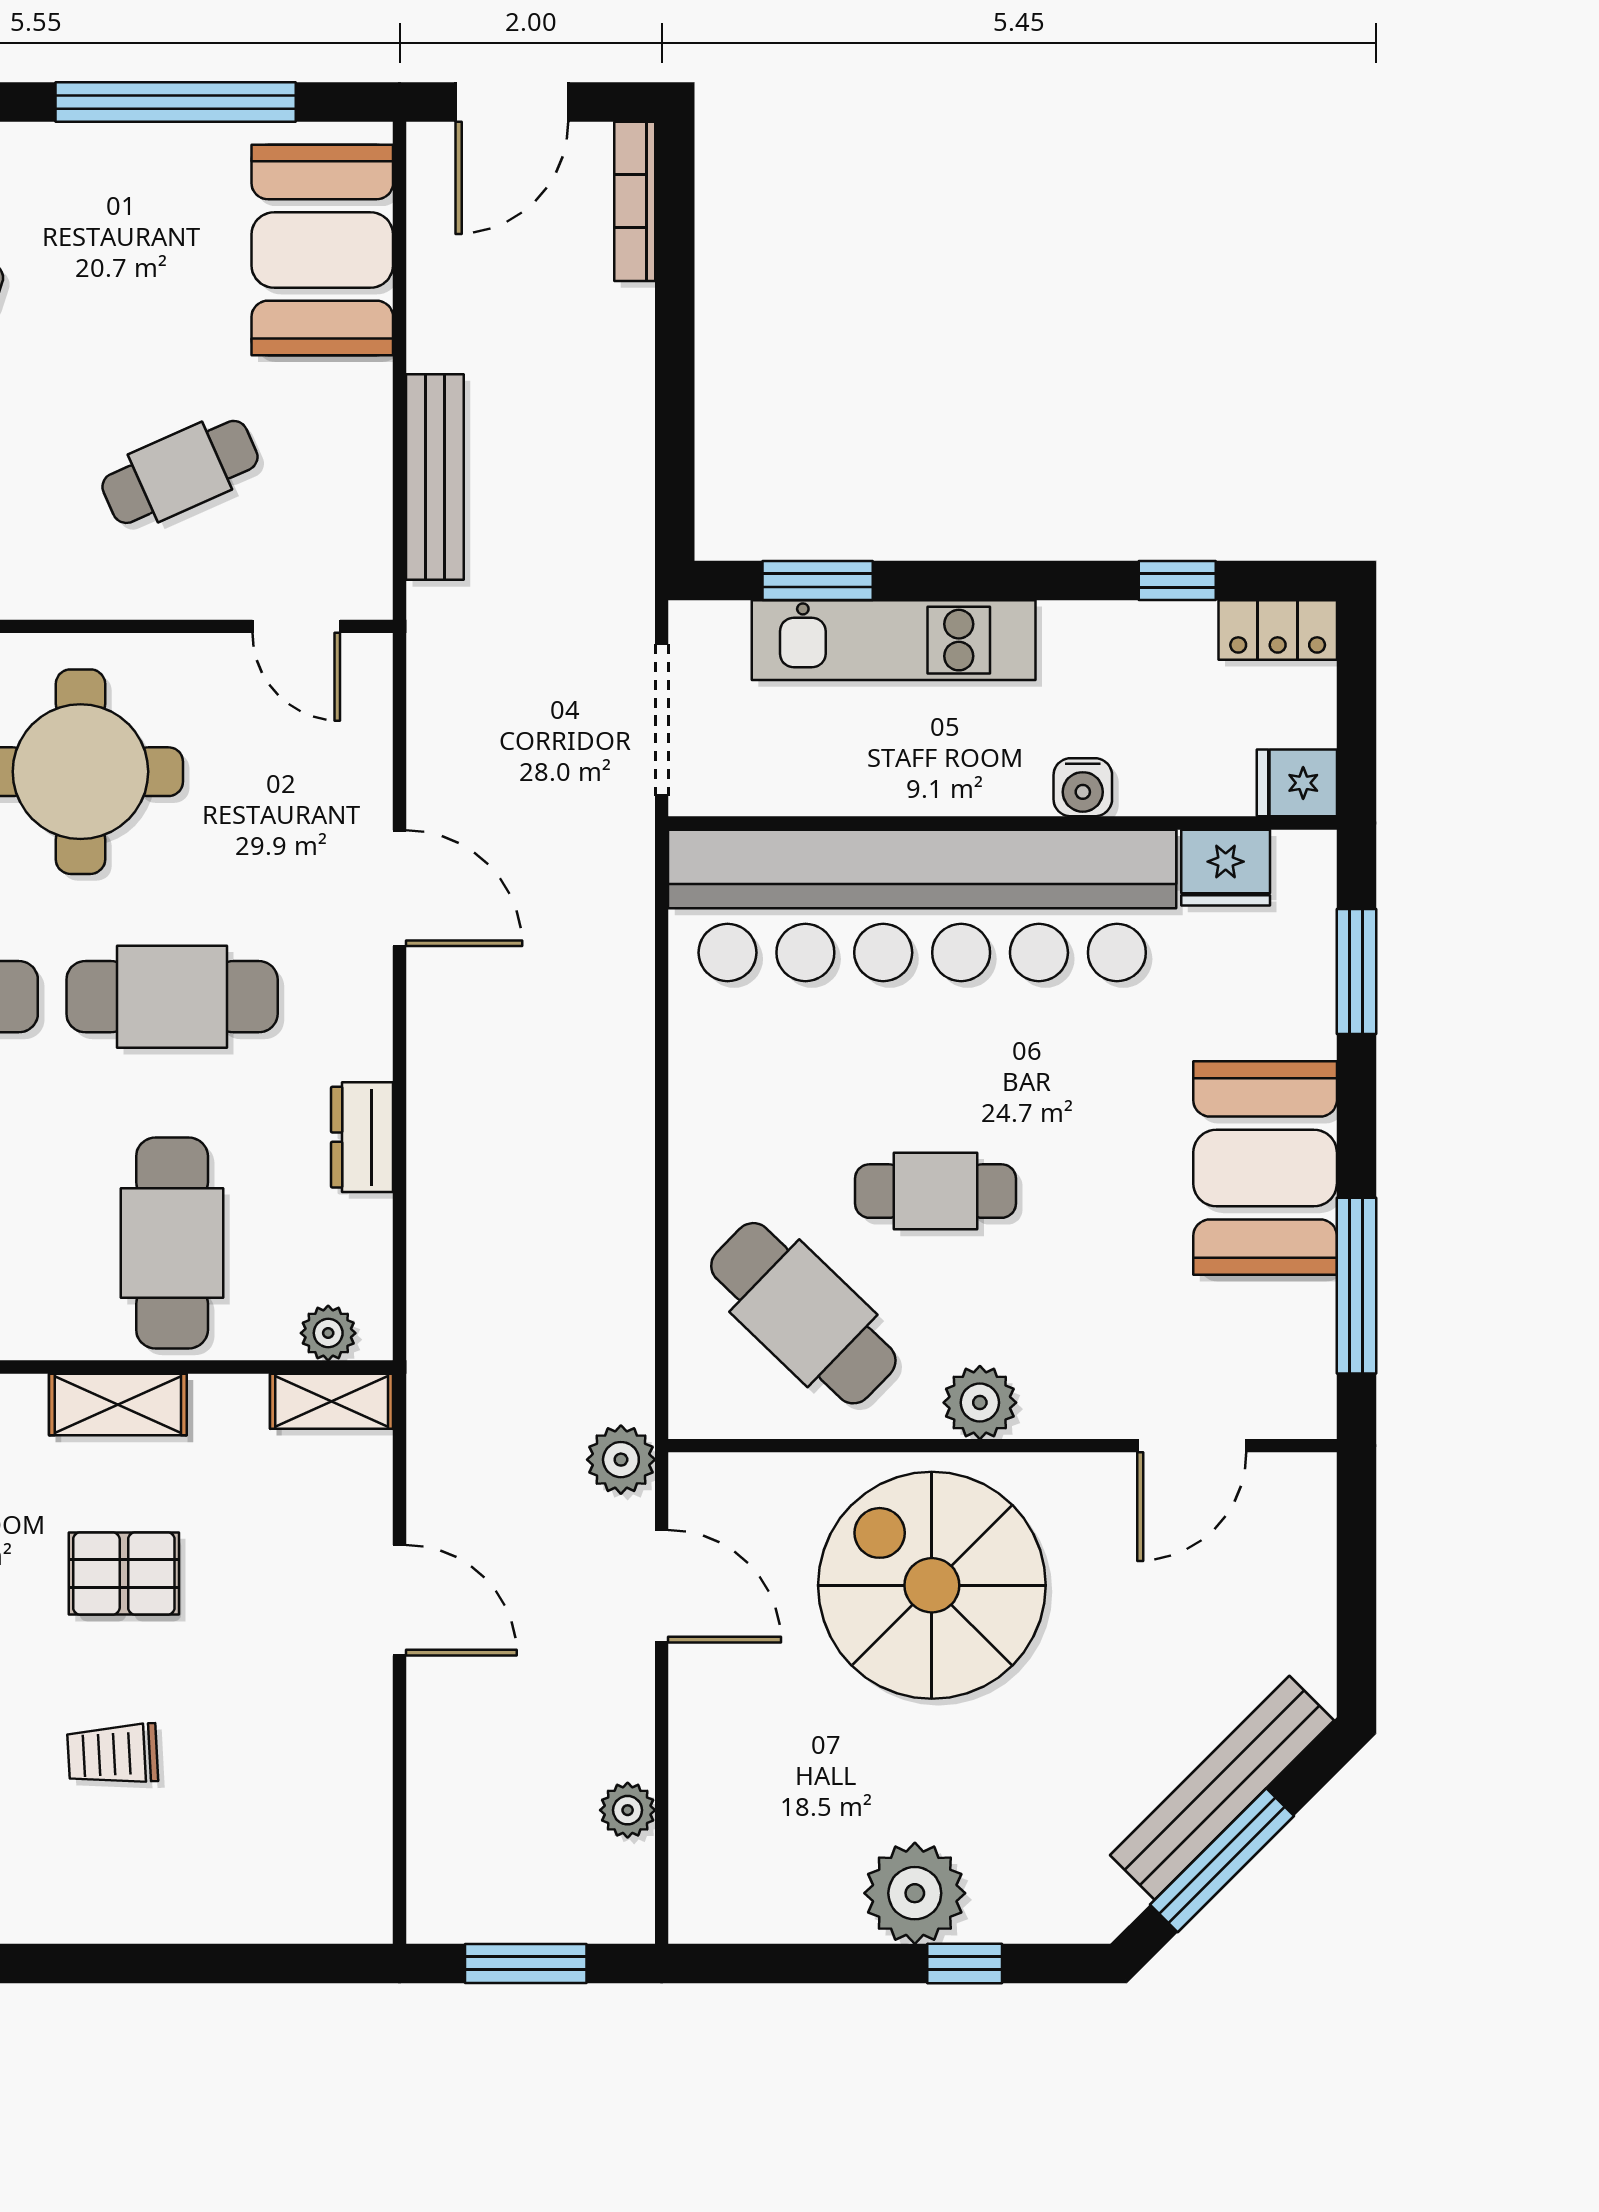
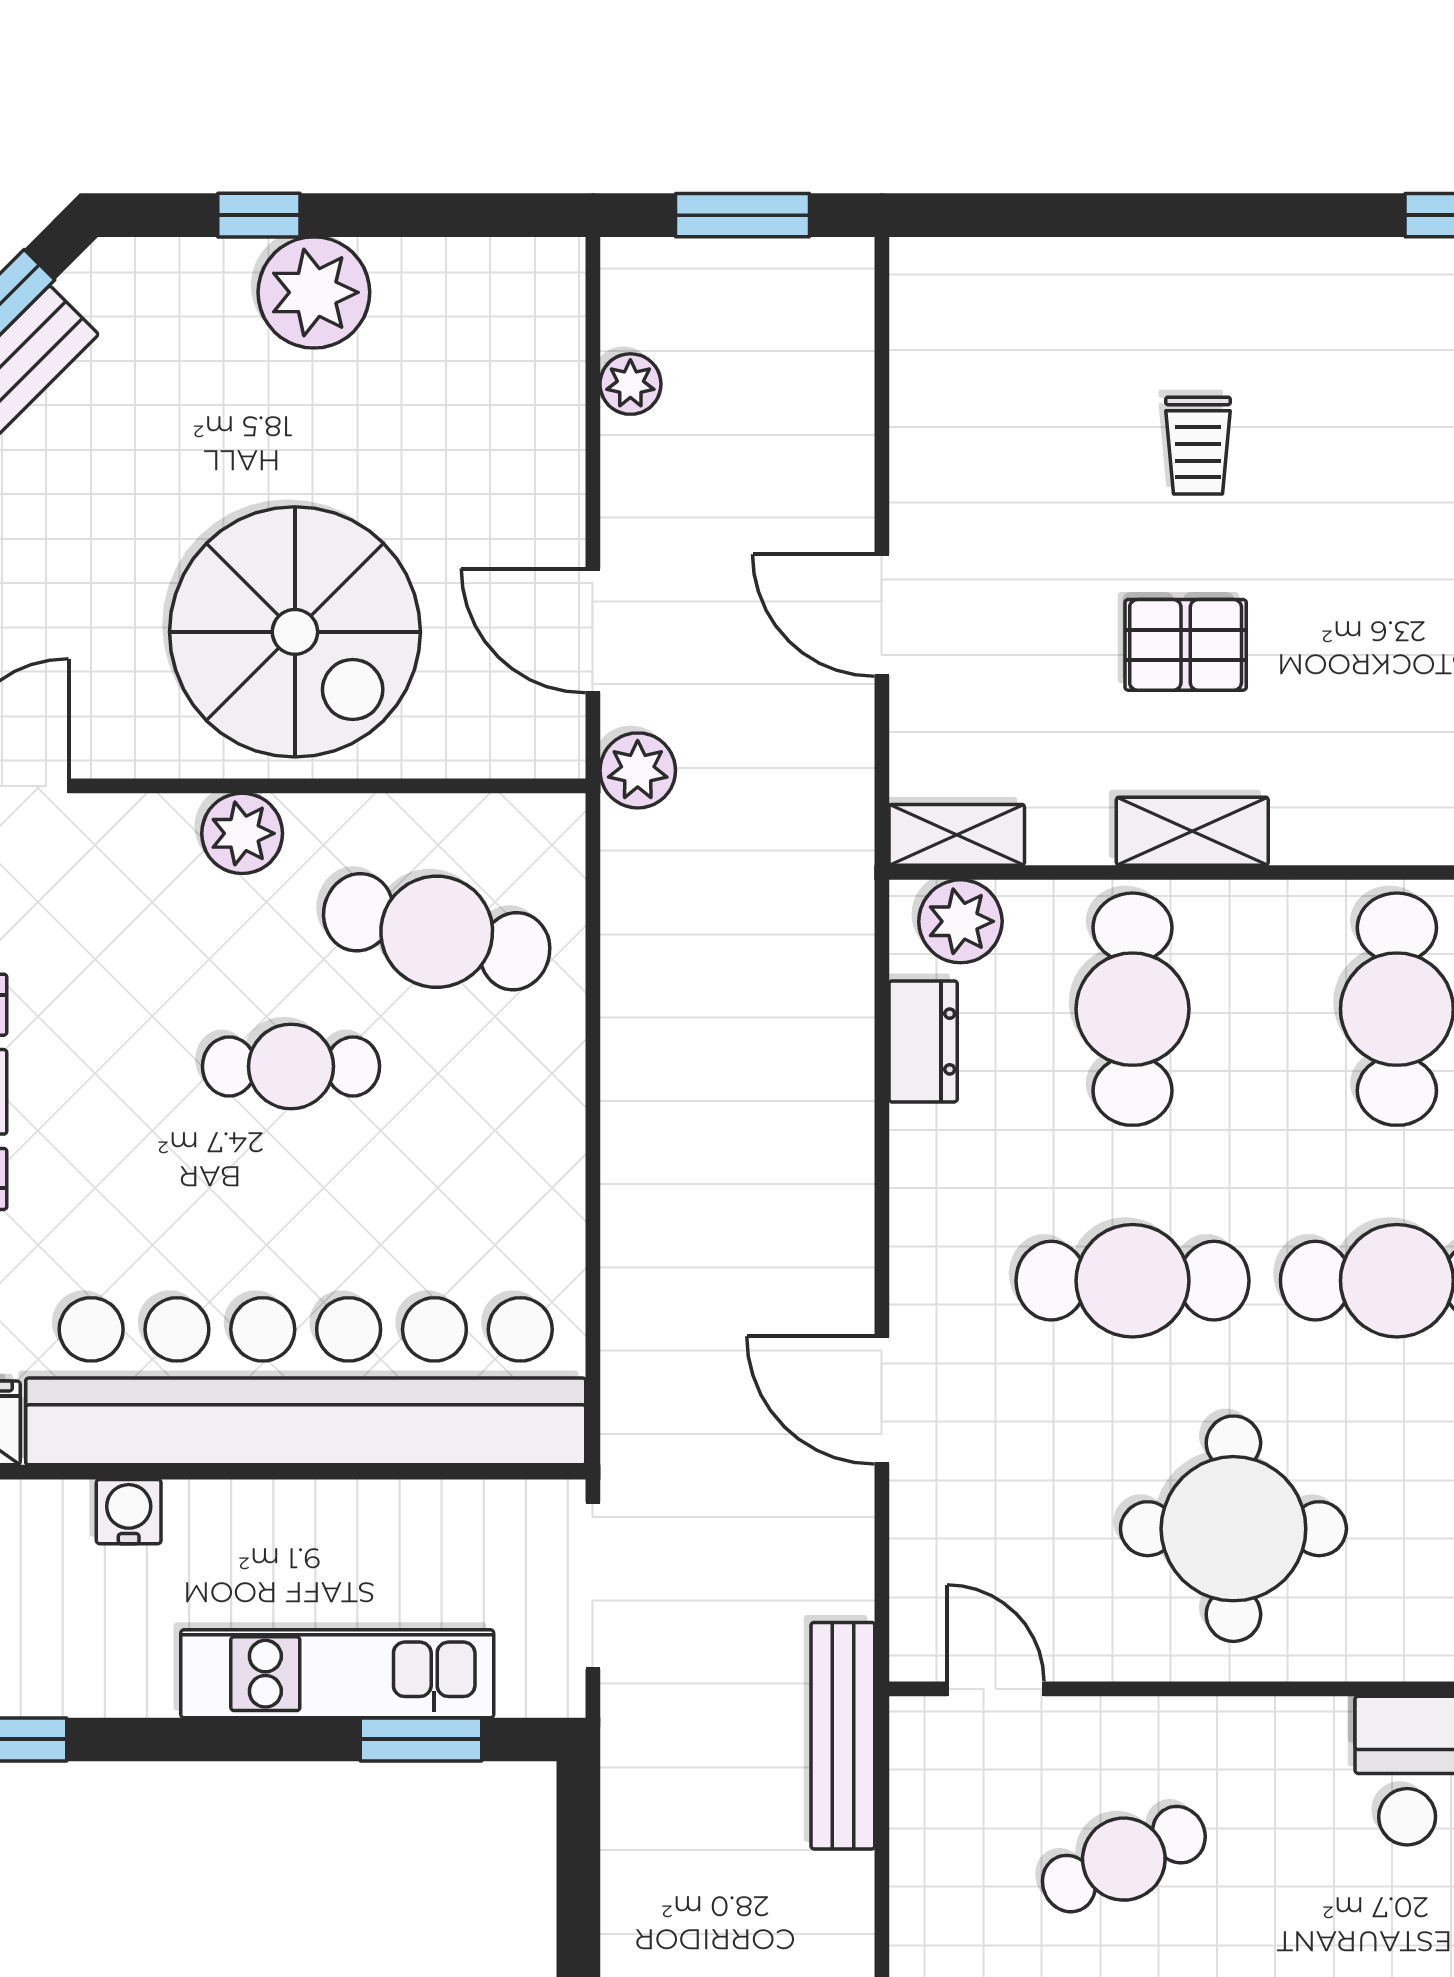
bench: (435, 477) -> (843, 1736), moved
dresser: (362, 1137) -> (923, 1041), moved
cafe table: (803, 1313) -> (437, 932), turned -30
plant: (328, 1333) -> (960, 921), width x1.38, depth x1.38
trolley: (113, 1754) -> (1198, 446), turned 93

